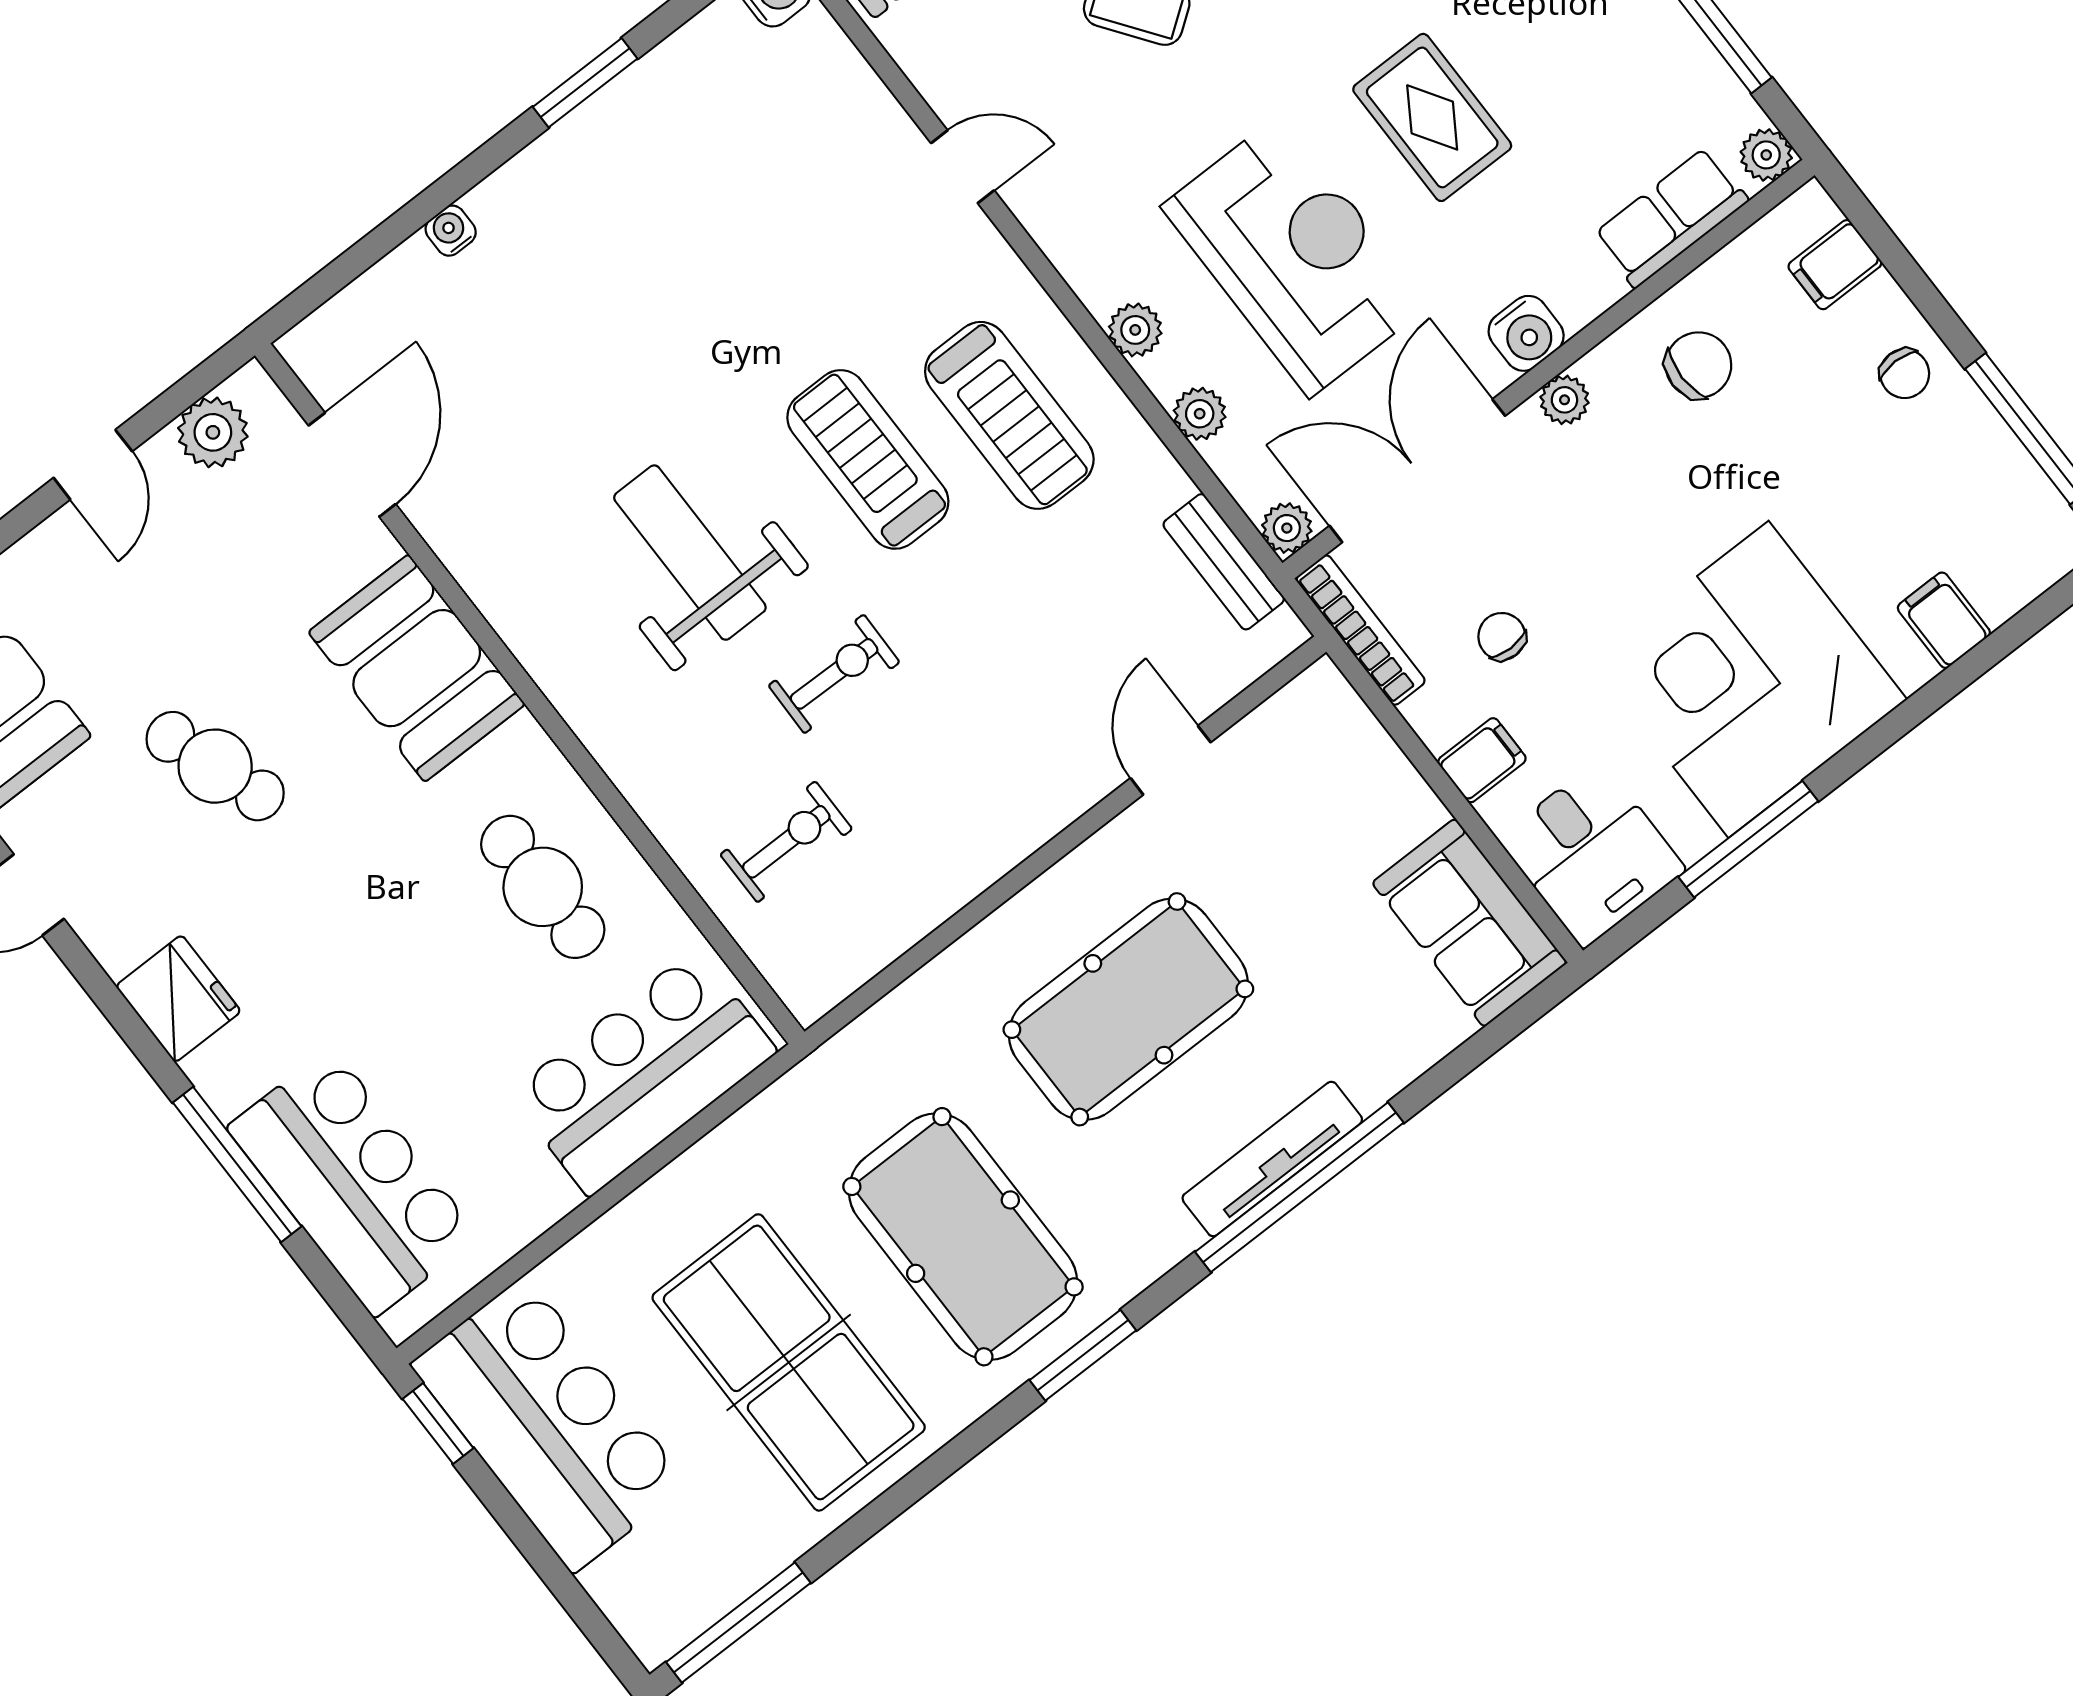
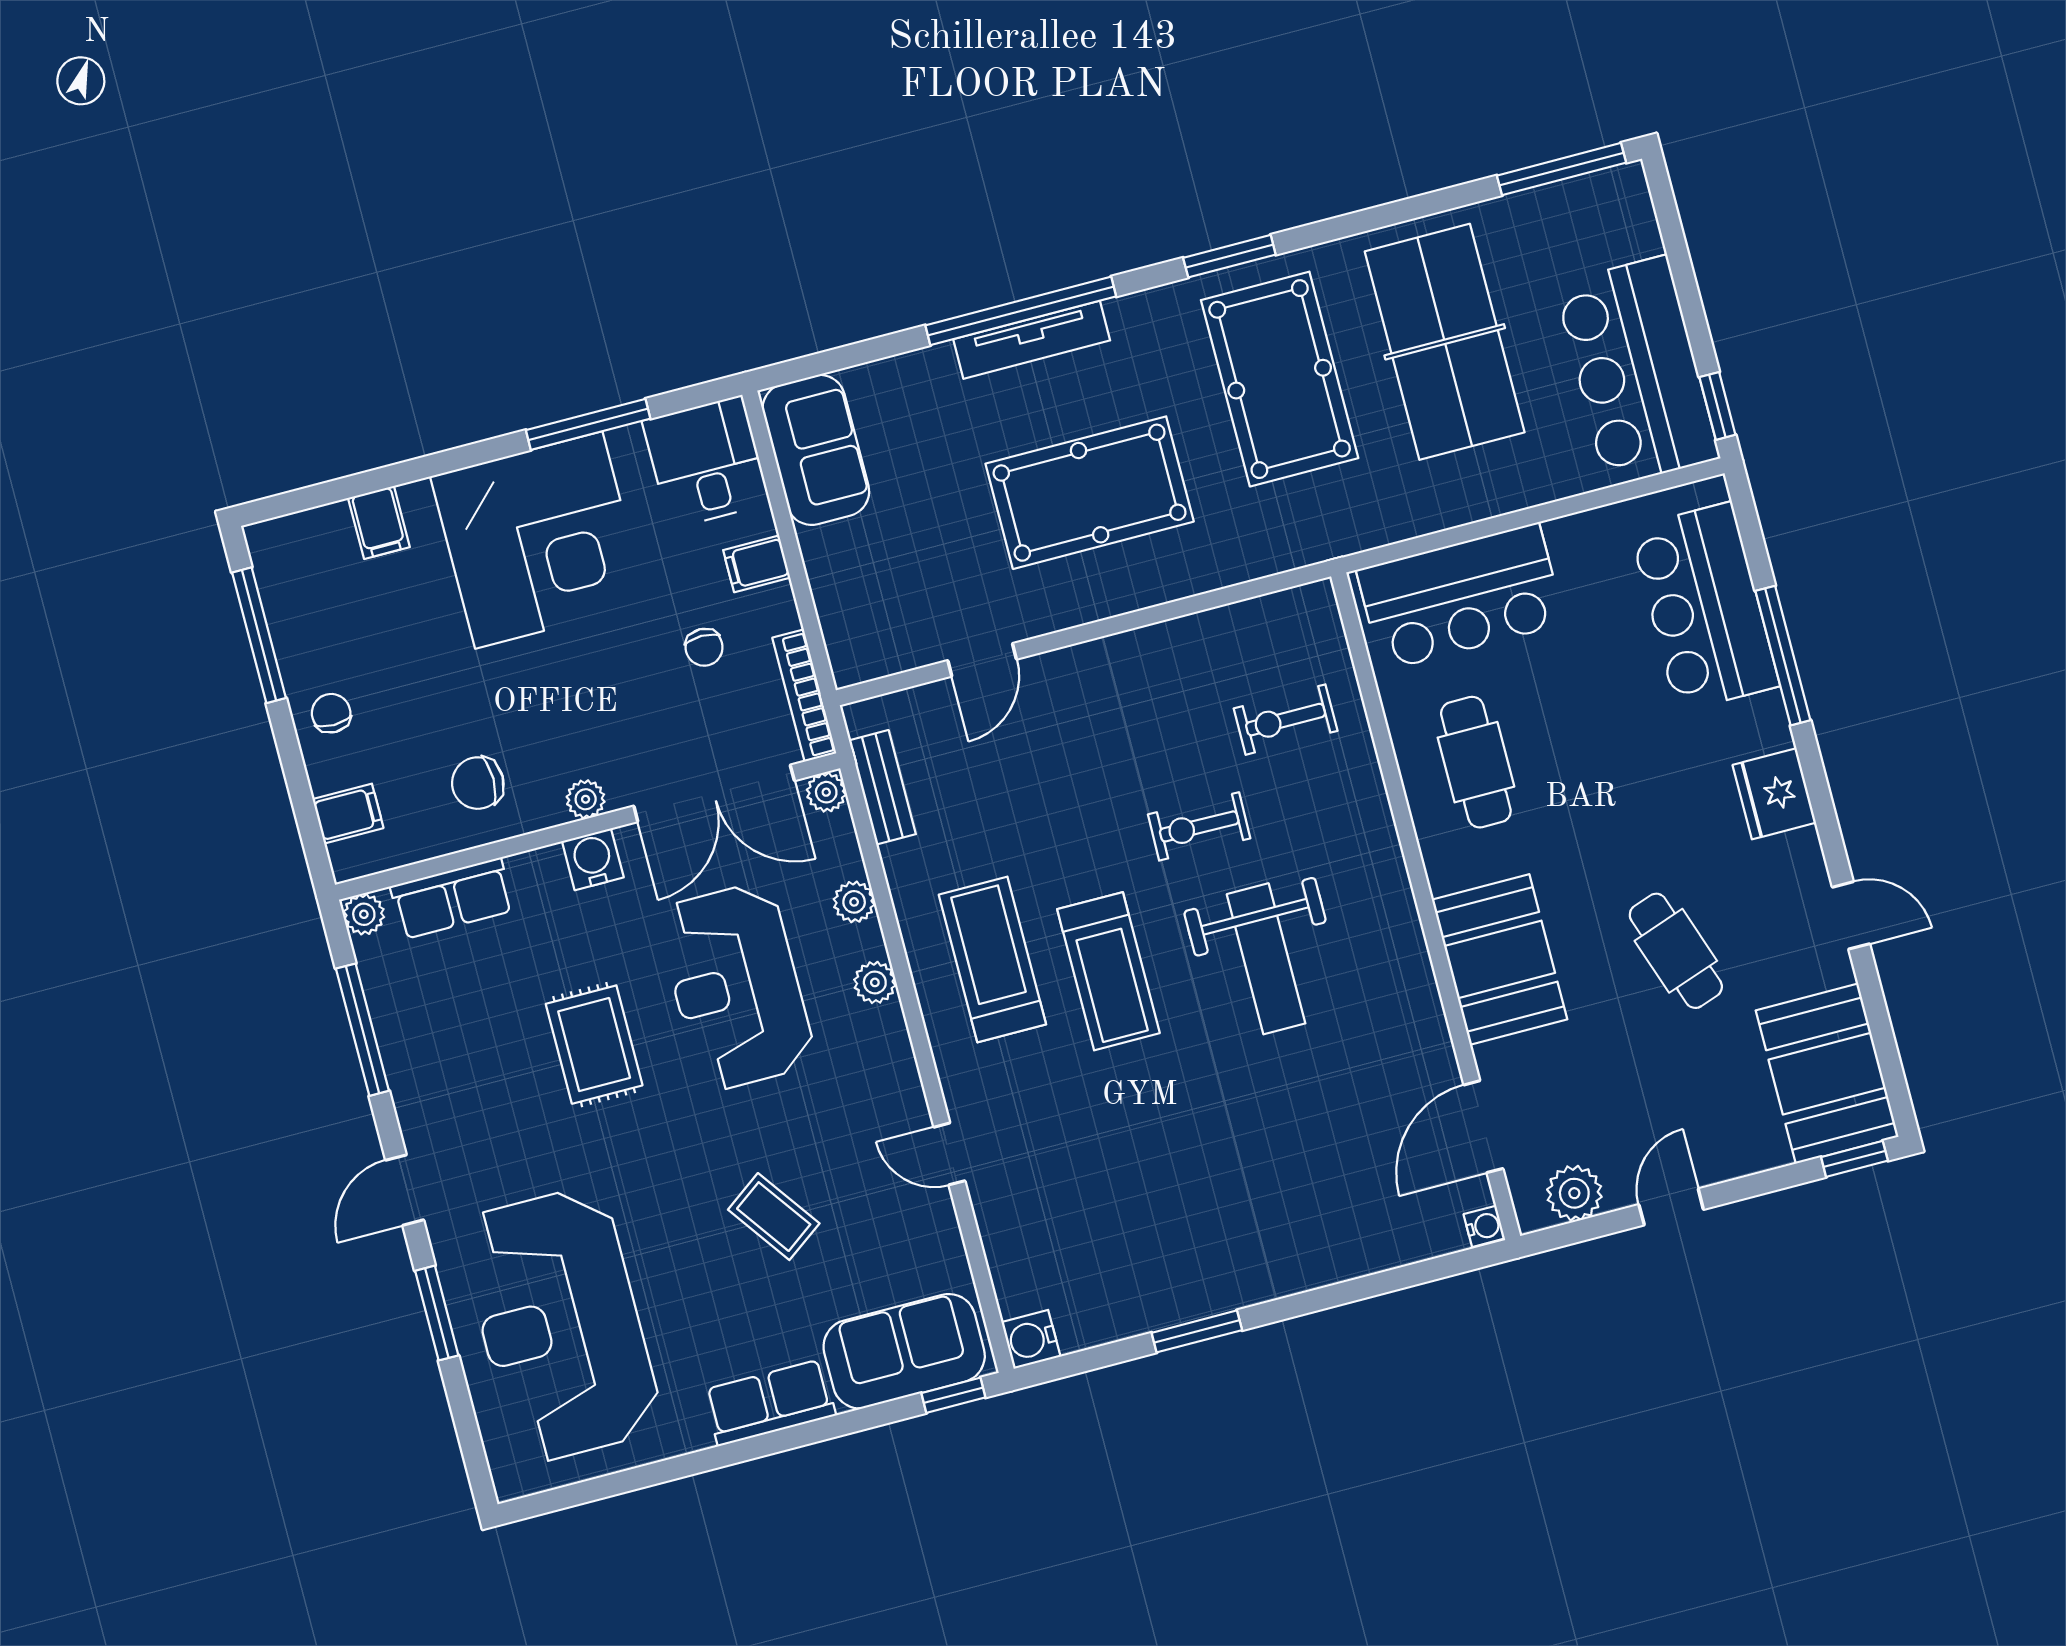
water cooler: (451, 231) -> (1484, 1226), moved, turned -90

